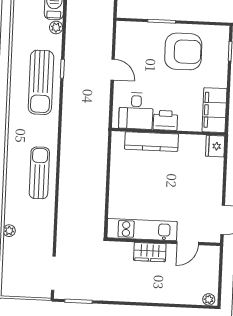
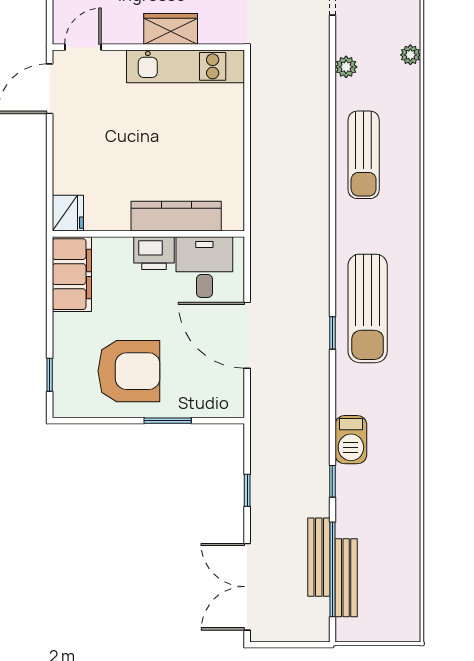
plant: (56, 27) -> (346, 67), moved
armchair: (183, 51) -> (129, 371), turned 180
door: (113, 70) -> (247, 335), width x1.88
sun lounger: (41, 82) -> (368, 308), turned 180
door: (188, 243) -> (83, 47), moved

